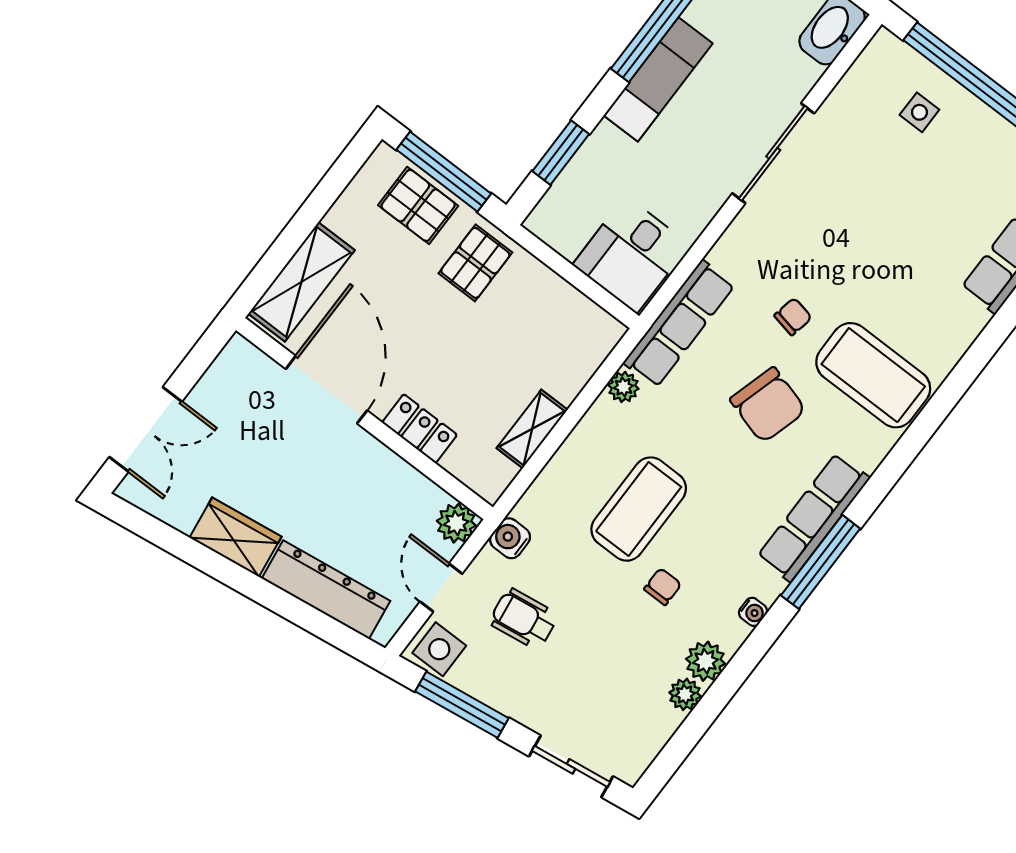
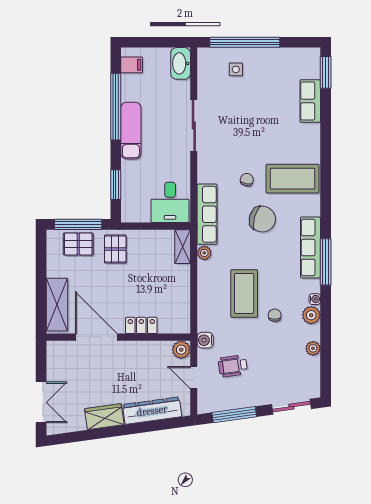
shelving: (532, 429) -> (183, 247), moved
side table: (439, 649) -> (210, 401), removed
plant: (706, 661) -> (311, 315), moved

